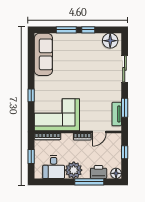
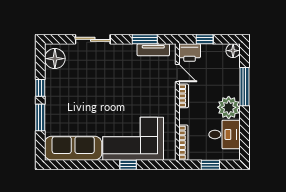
corner sofa: (57, 115) -> (133, 139), moved, turned 90
printer: (99, 172) -> (190, 53), moved, turned -90

